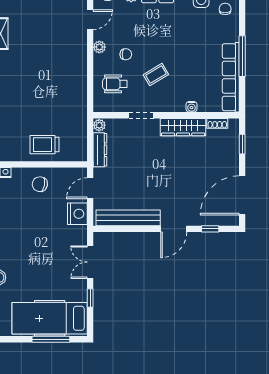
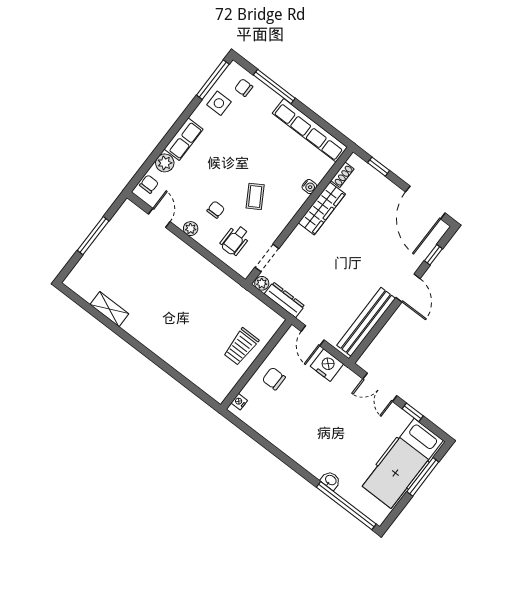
window: (242, 56) -> (274, 87), moved
doorway: (141, 115) -> (267, 258), moved
chair: (40, 184) -> (274, 379), turned 79

